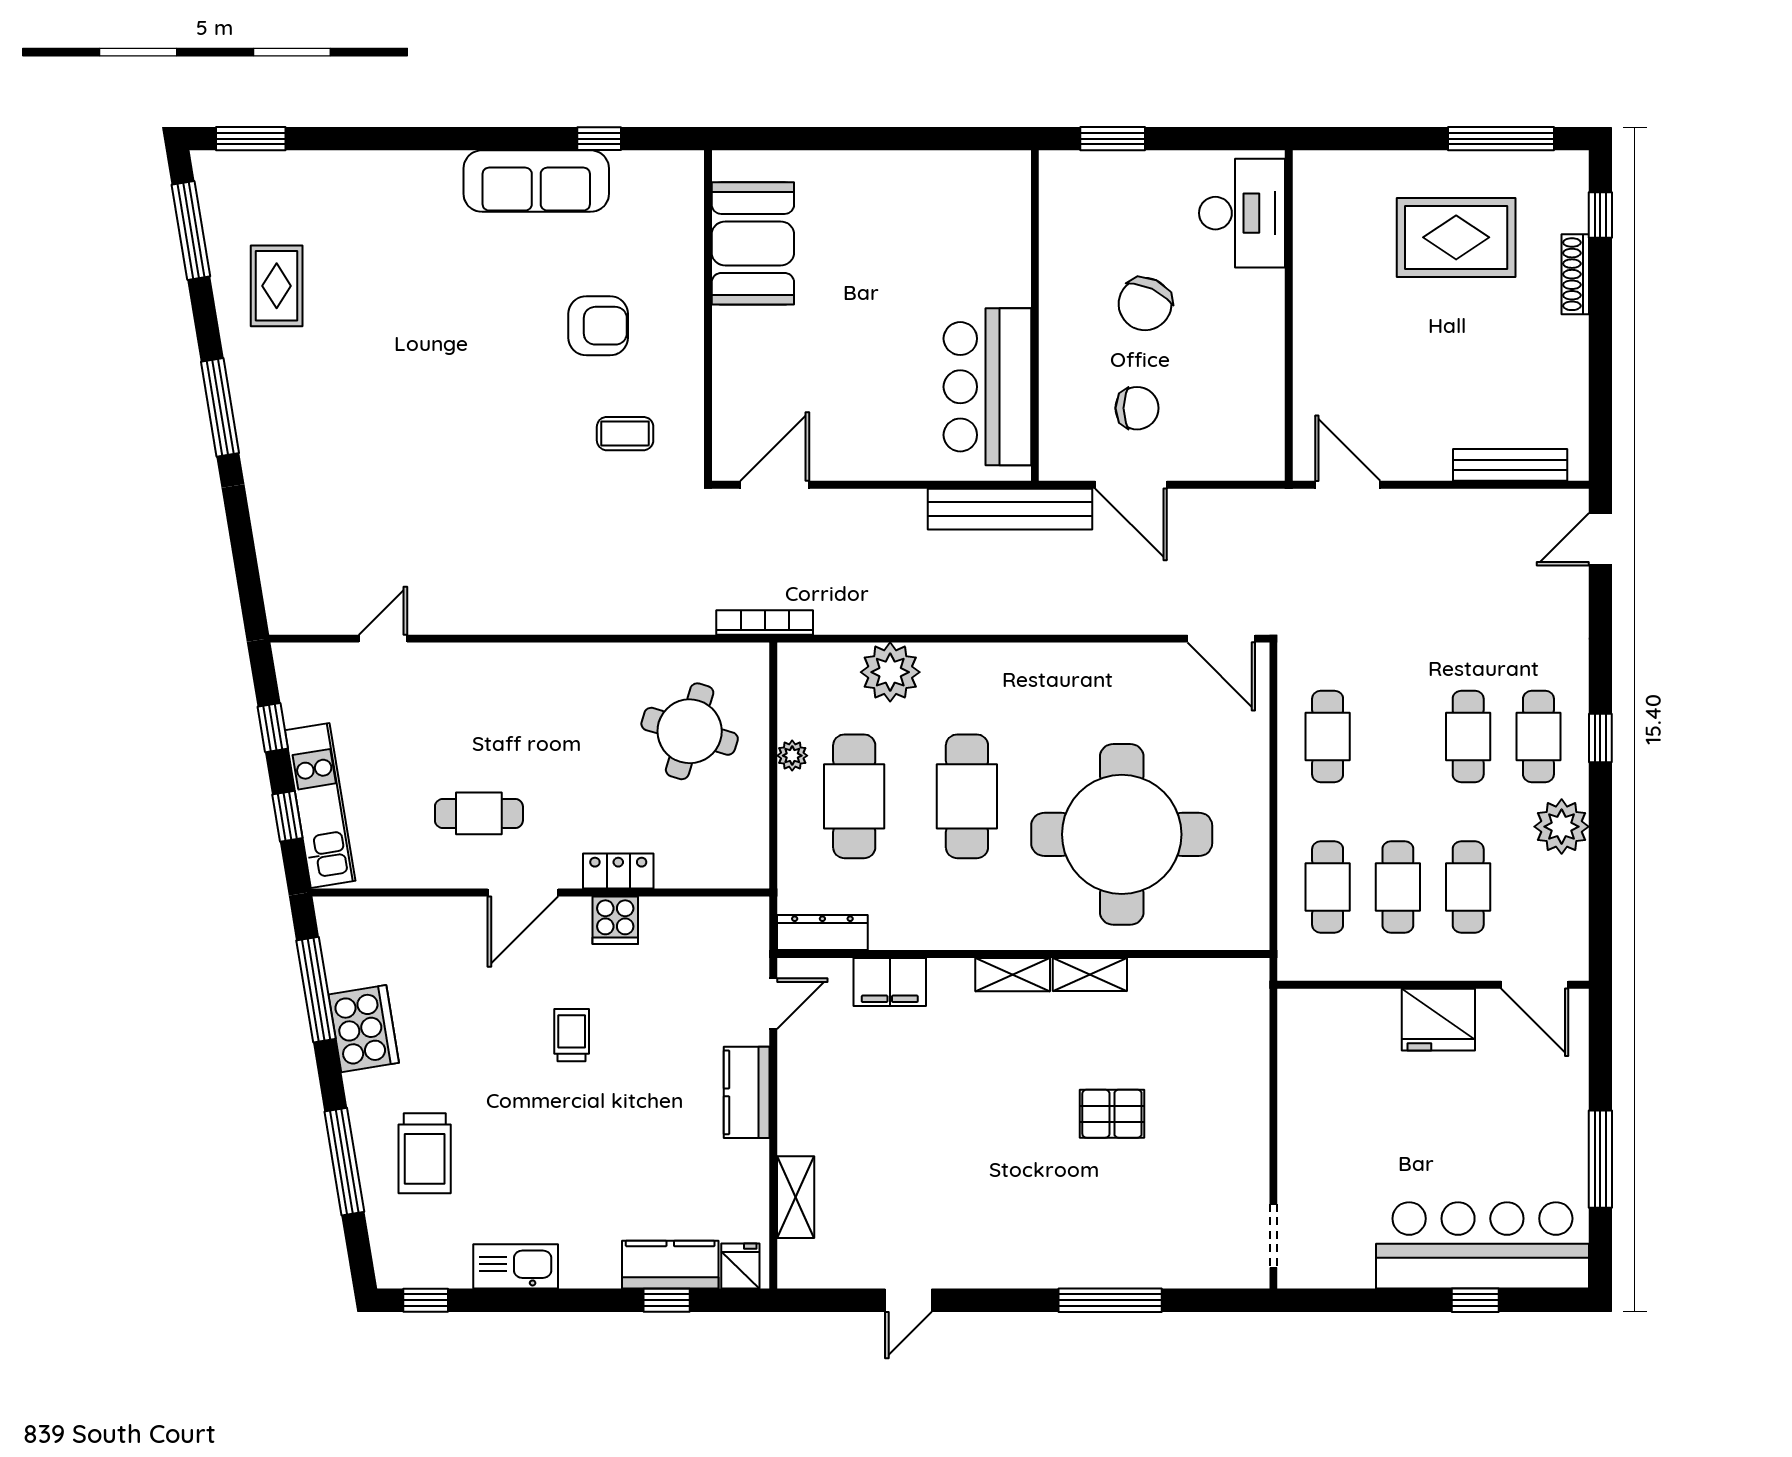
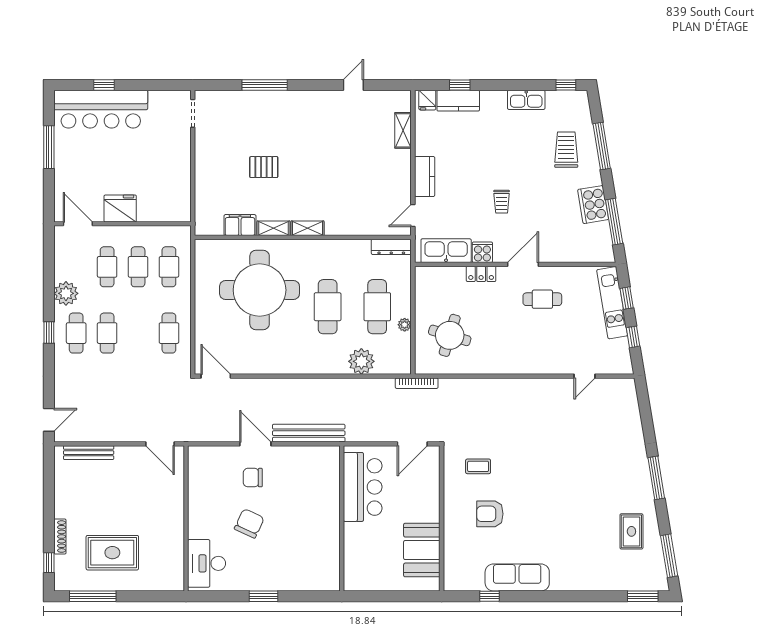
wall: (1035, 316) -> (342, 518), moved
bar counter: (987, 387) -> (363, 487), moved
kitchen sink: (698, 924) -> (446, 251), added
filing cabinet: (890, 982) -> (240, 225), moved

